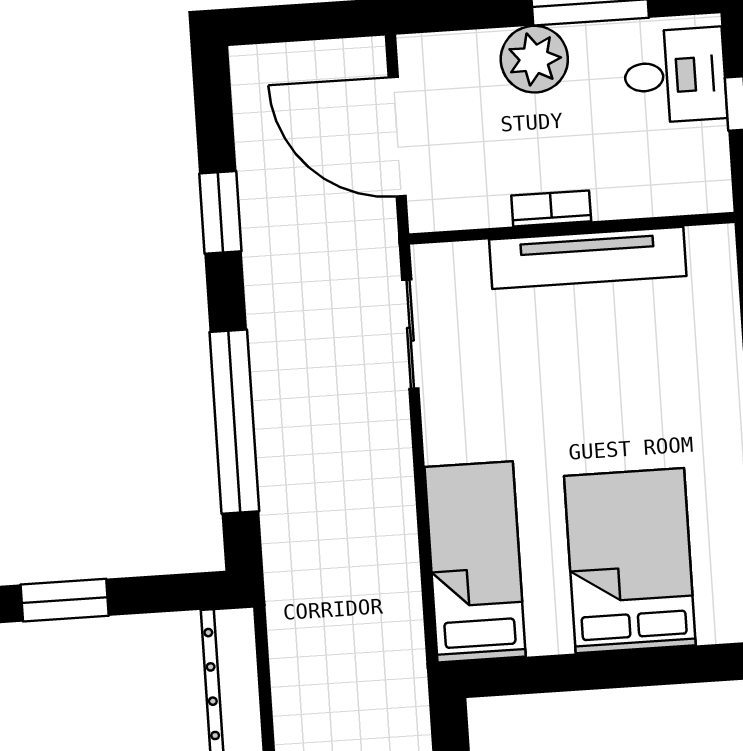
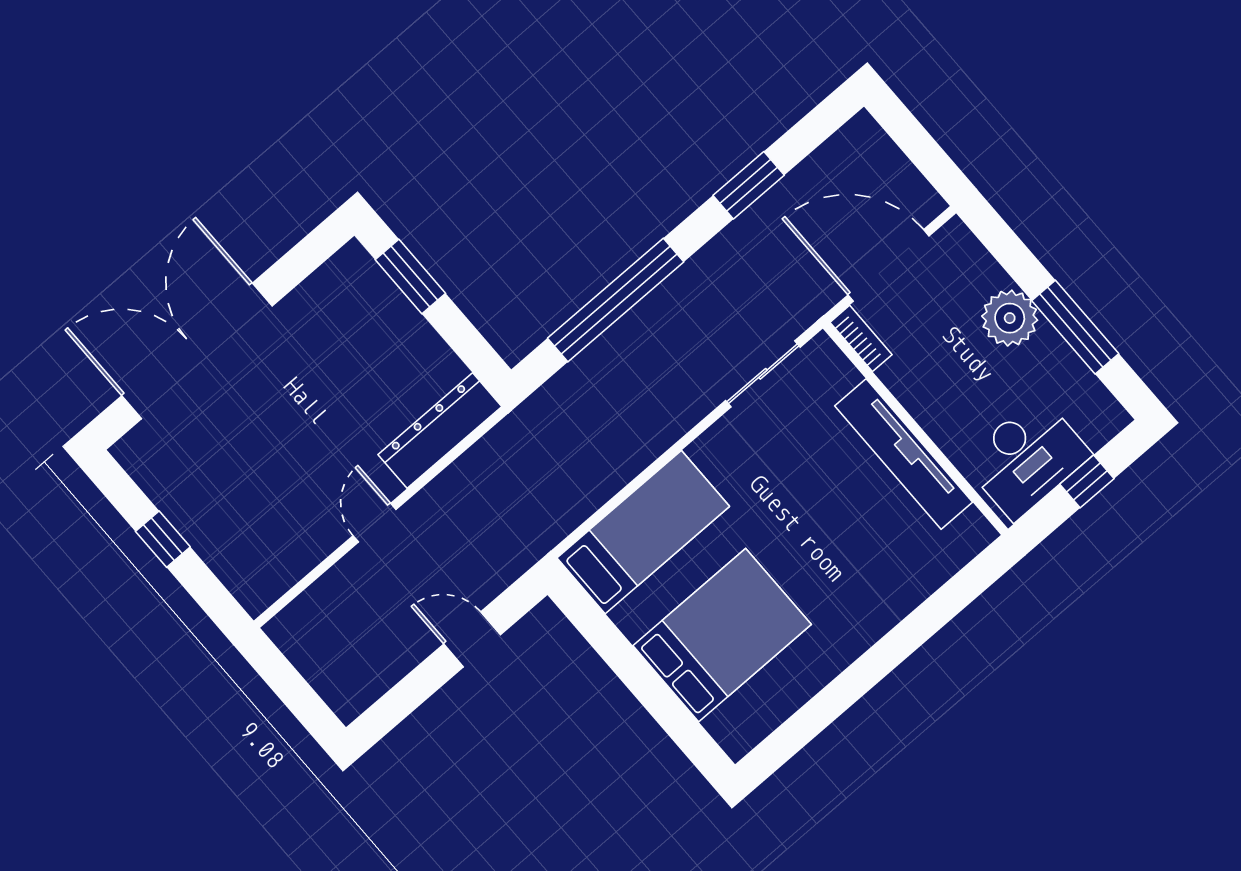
desk: (675, 75) -> (1027, 458), moved, width x1.37
door: (397, 137) -> (888, 265), hinge flipped
bookcase: (551, 208) -> (861, 338), moved

